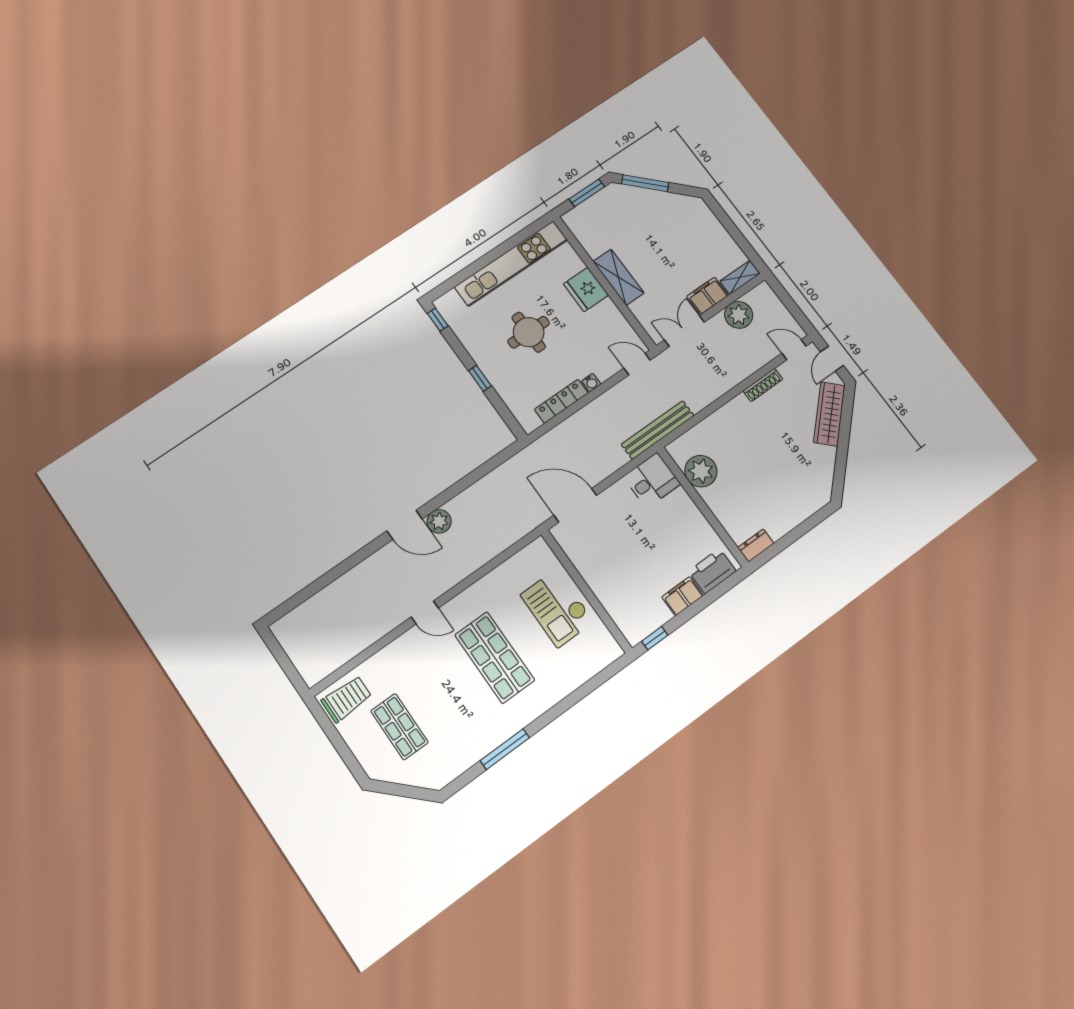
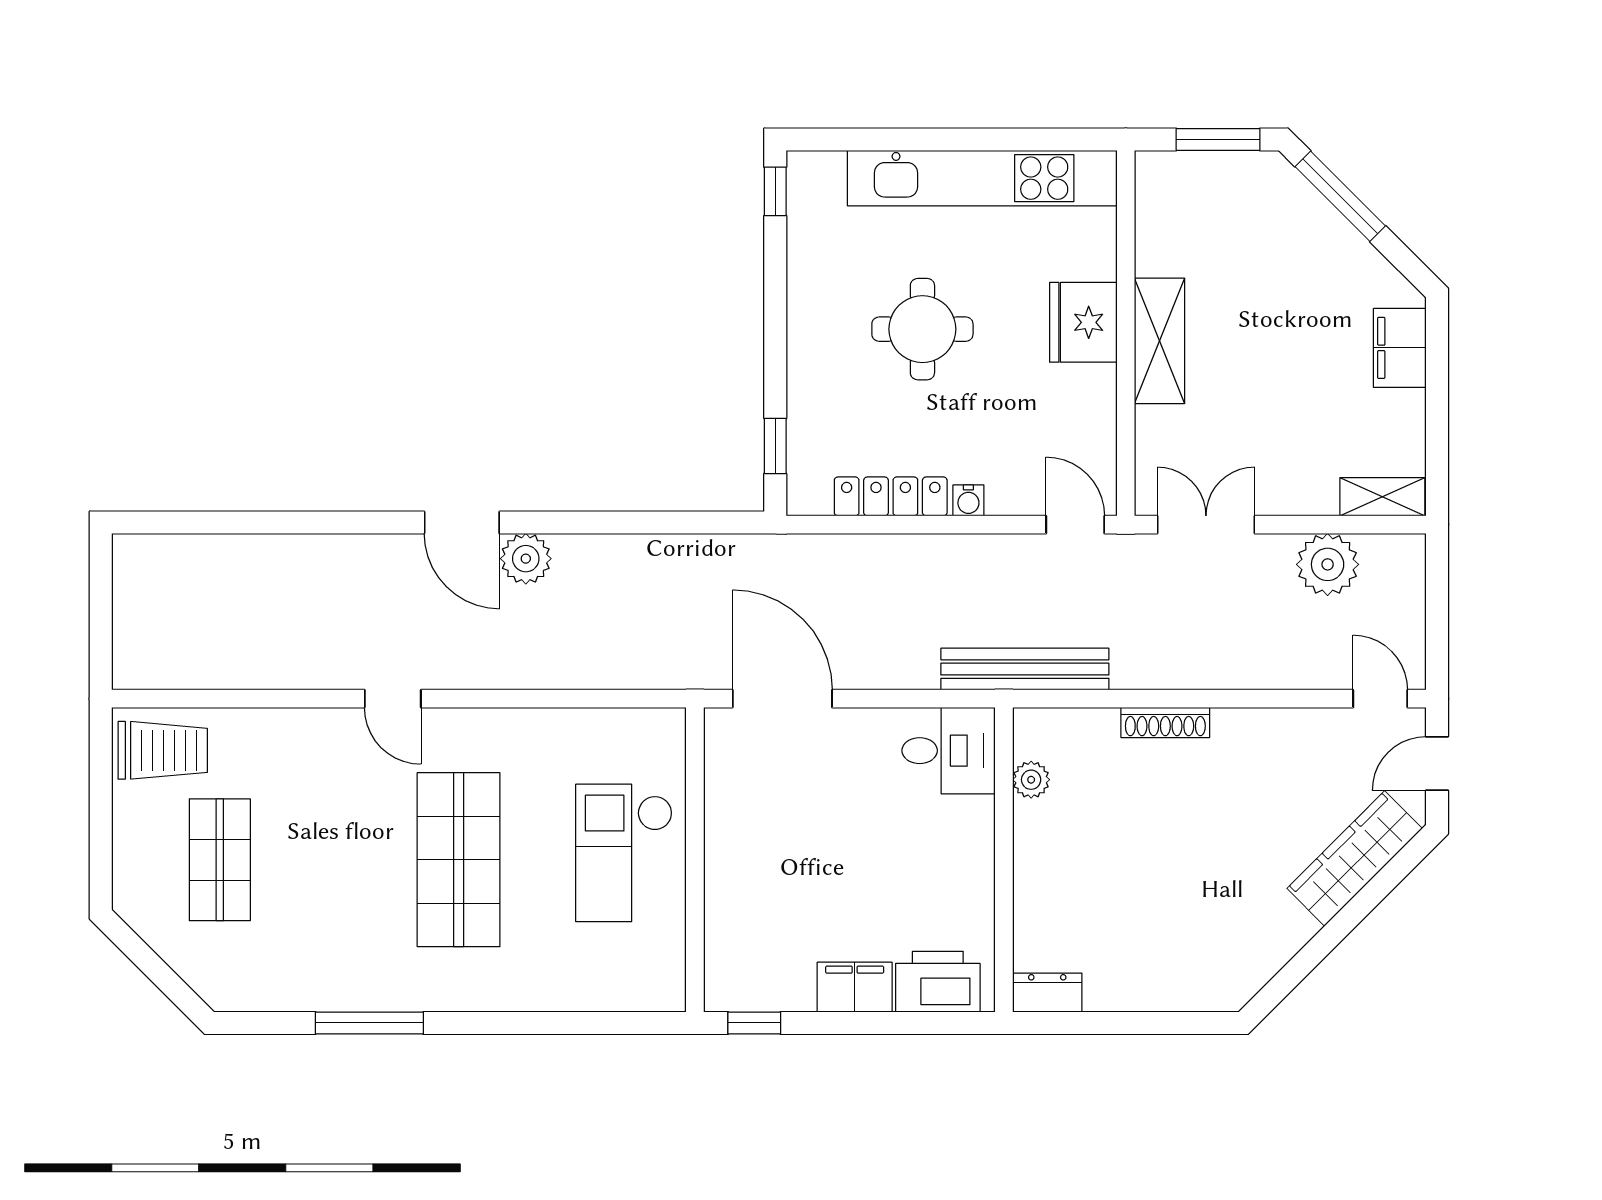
filing cabinet: (708, 296) -> (1400, 348), moved, turned -90
window: (480, 378) -> (775, 446), moved
shoe rack: (763, 385) -> (1165, 722), moved
plant: (701, 471) -> (1031, 780), width x0.53, depth x0.53

